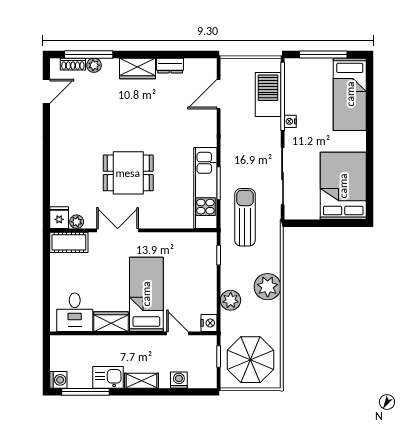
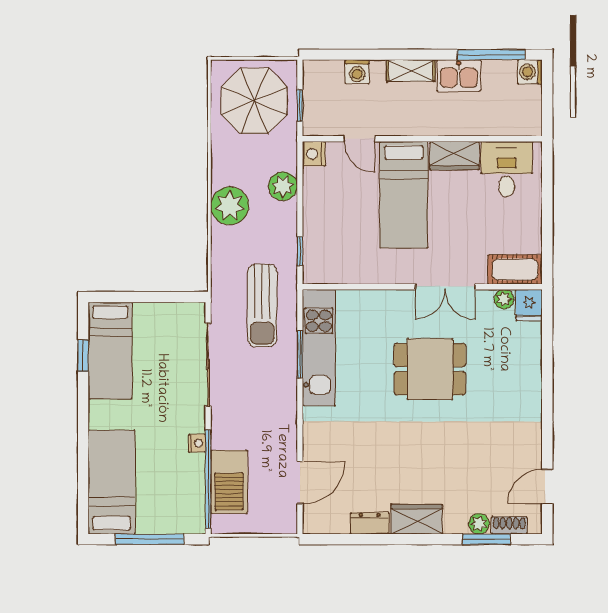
window: (89, 55) -> (487, 539), width x0.69
window: (370, 182) -> (83, 356), added
bed: (343, 186) -> (110, 351), width x0.67

